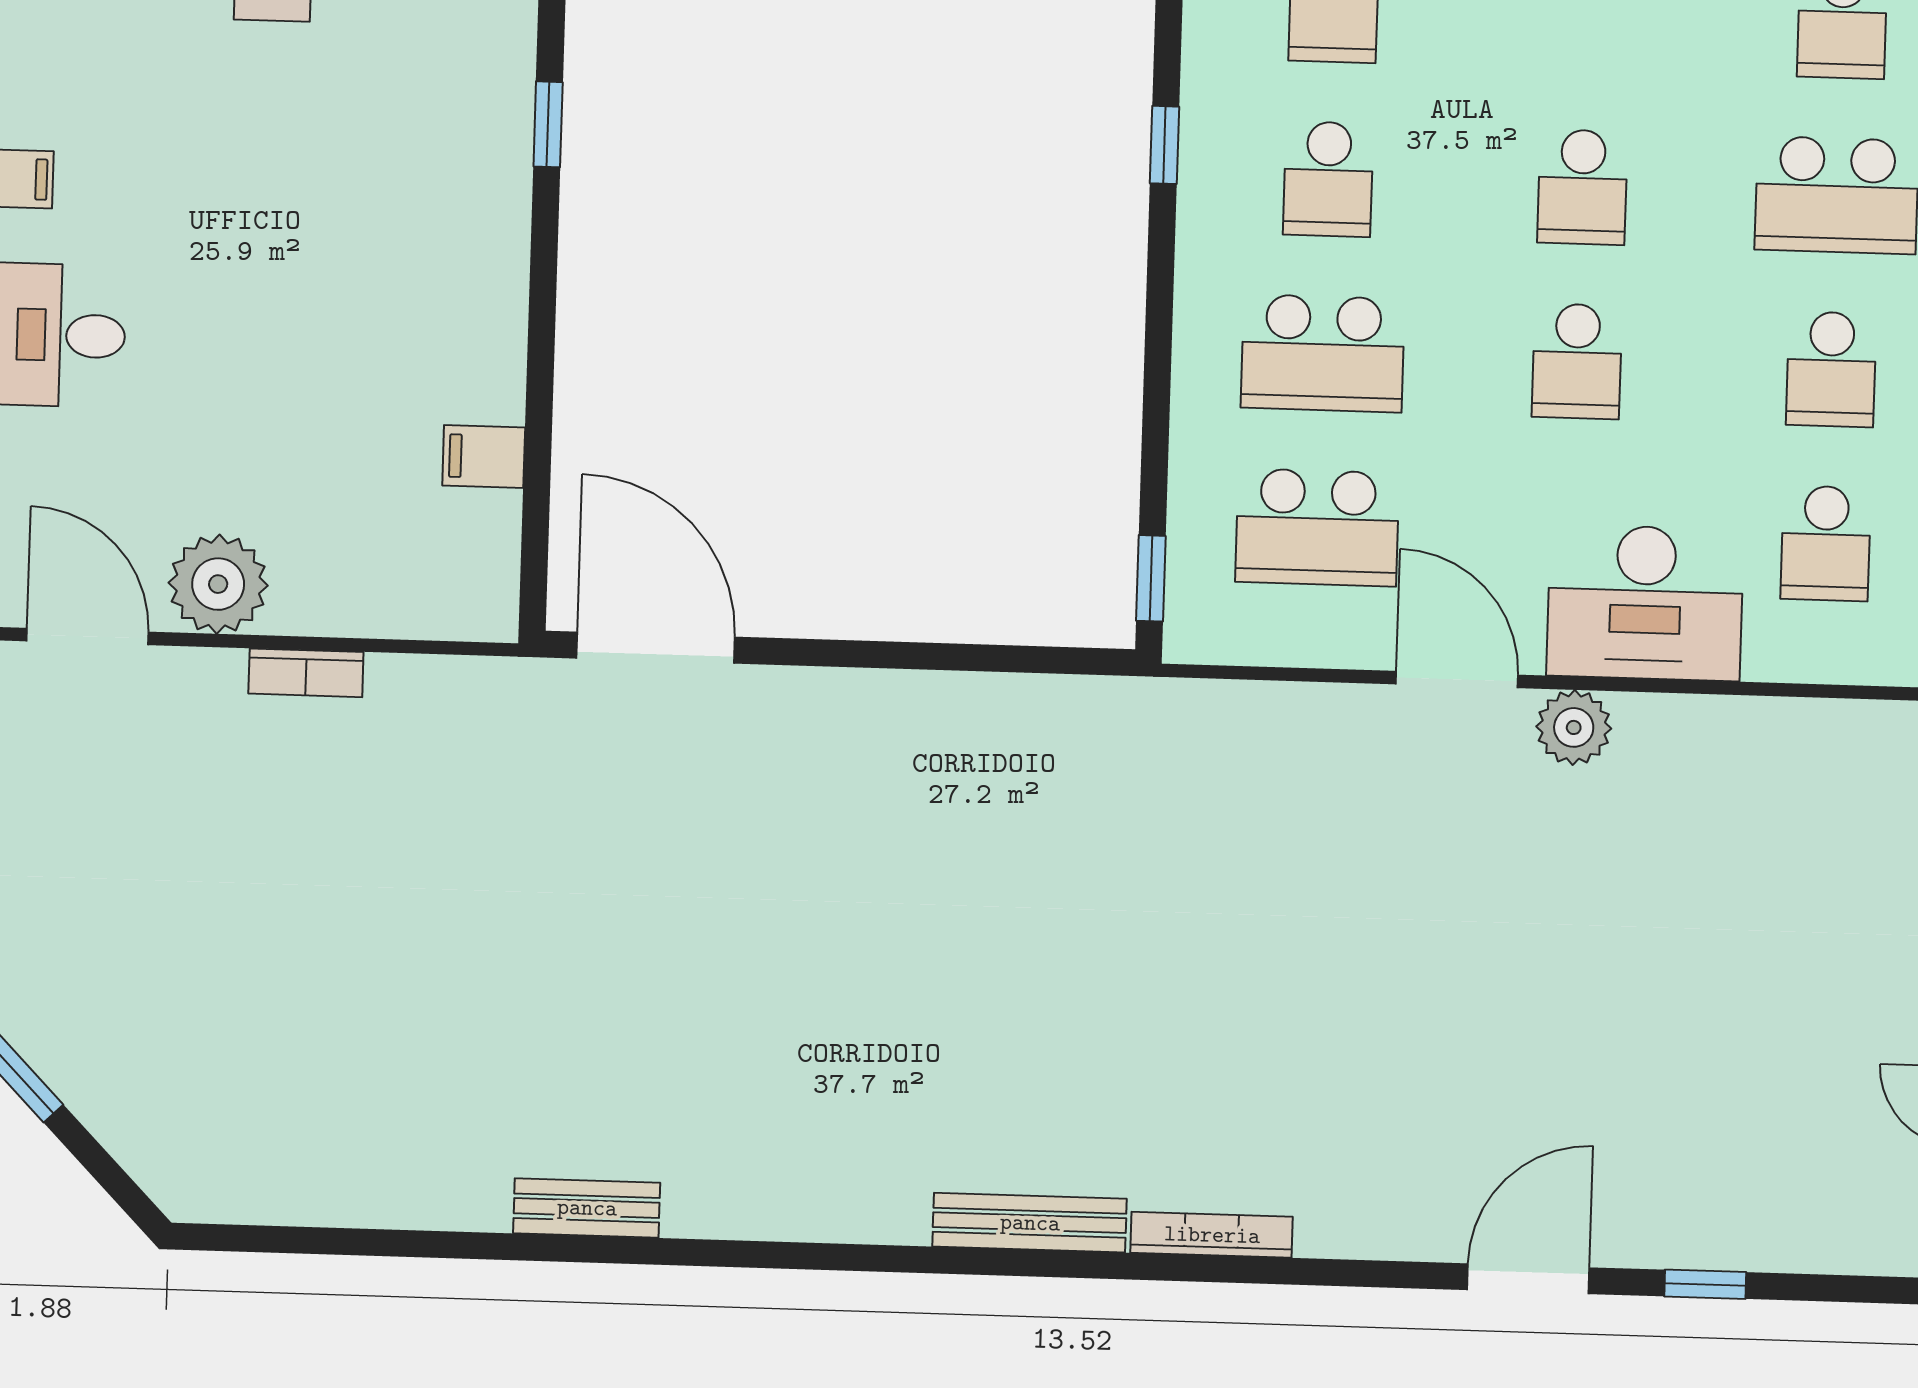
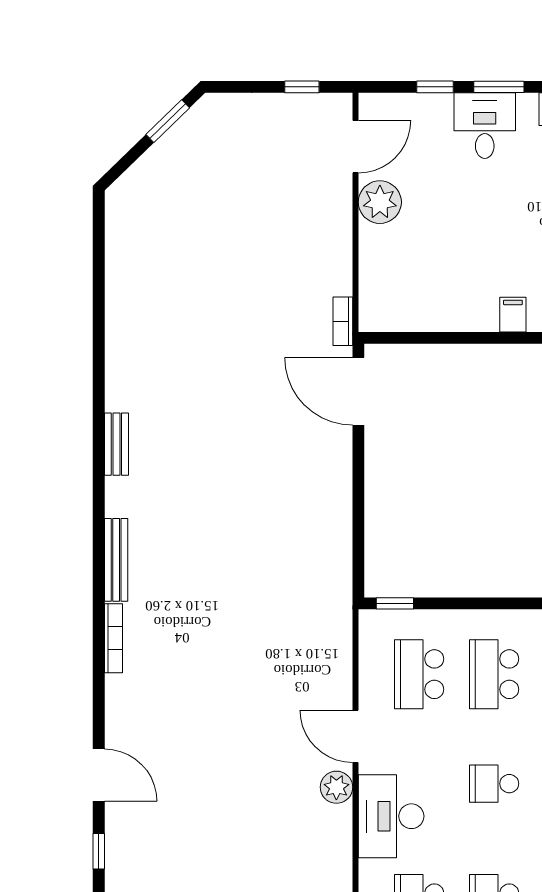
filing cabinet: (484, 457) -> (513, 315), moved
door: (656, 648) -> (358, 391), swing flipped
bookcase: (306, 673) -> (343, 321), moved
door: (1457, 680) -> (356, 736), swing flipped
bench: (587, 1208) -> (116, 444), moved

